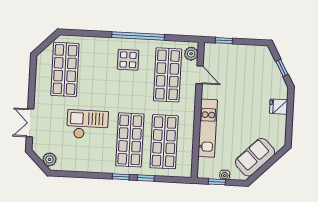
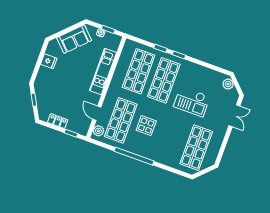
locker: (245, 51) -> (58, 121), added
display table: (128, 60) -> (146, 126), moved
fridge: (279, 107) -> (49, 61), moved

